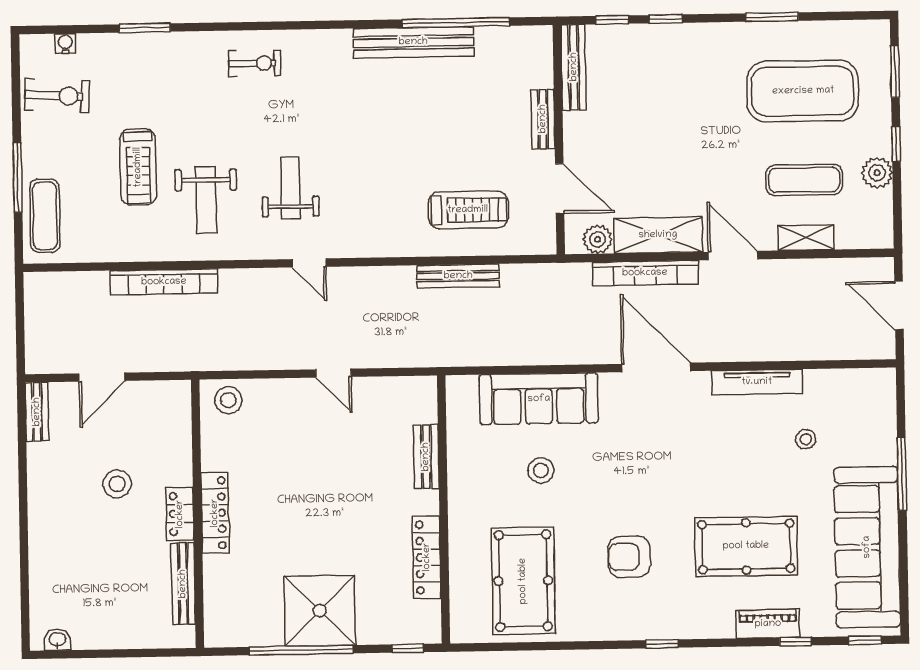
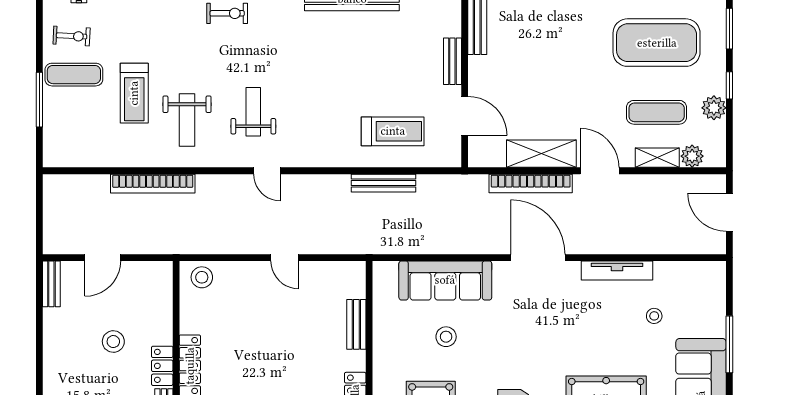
exercise bike: (57, 96) -> (72, 36), width x0.73, depth x0.72
exercise mat: (45, 216) -> (74, 75), moved, turned 90
plant: (598, 239) -> (692, 156), moved

